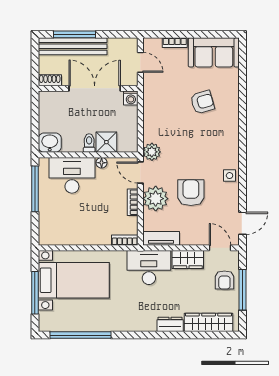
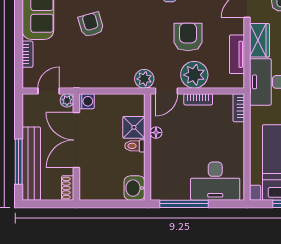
plant: (132, 80) -> (67, 100), added
desk: (72, 175) -> (215, 181), moved, turned -90
armchair: (191, 193) -> (188, 37), turned 90
tv unit: (161, 238) -> (237, 54), moved

